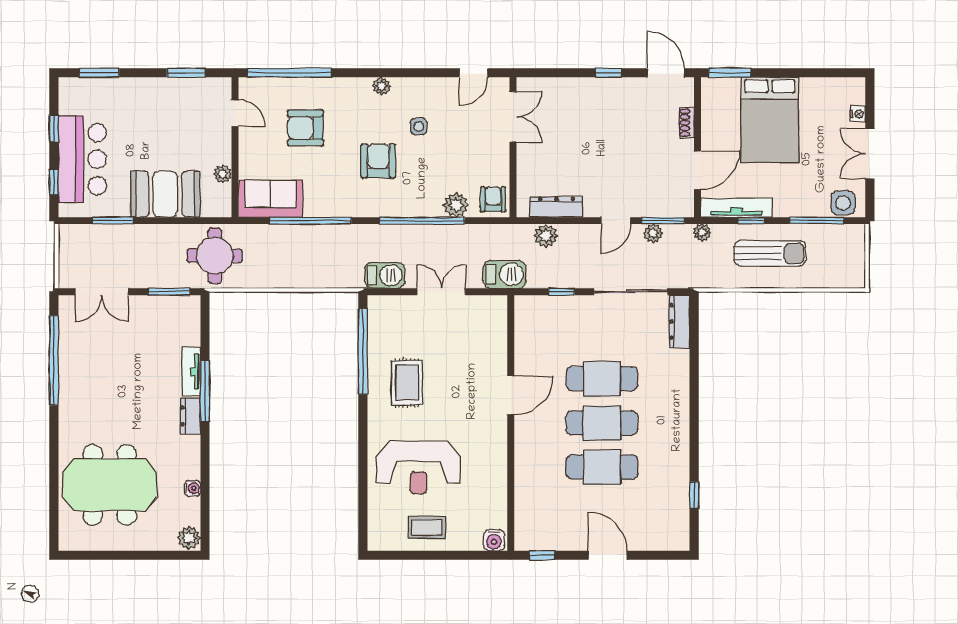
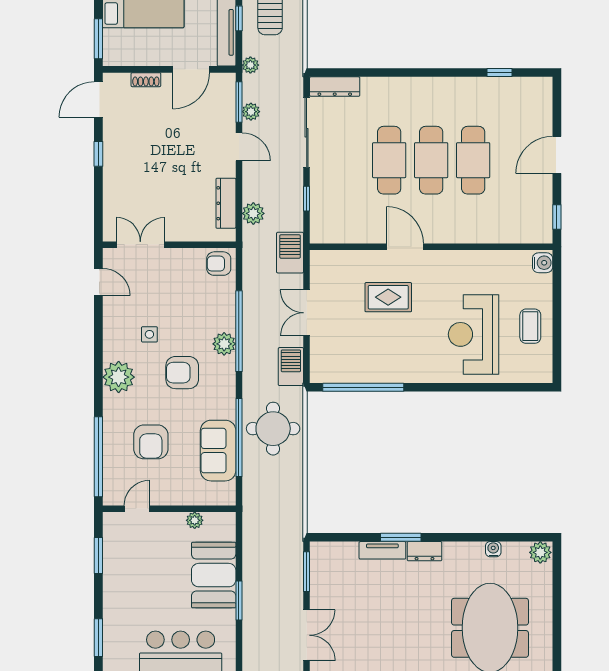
plant: (381, 86) -> (119, 377), width x1.88, depth x1.88
door: (697, 170) -> (191, 69), swing flipped
sofa: (270, 199) -> (218, 451), moved
plant: (456, 205) -> (224, 344), moved
window: (113, 221) -> (239, 600), moved
round table: (215, 256) -> (273, 429), moved
rug: (407, 383) -> (388, 297), moved
window: (205, 391) -> (401, 537), width x0.69
reception desk: (418, 468) -> (473, 334), turned 180

